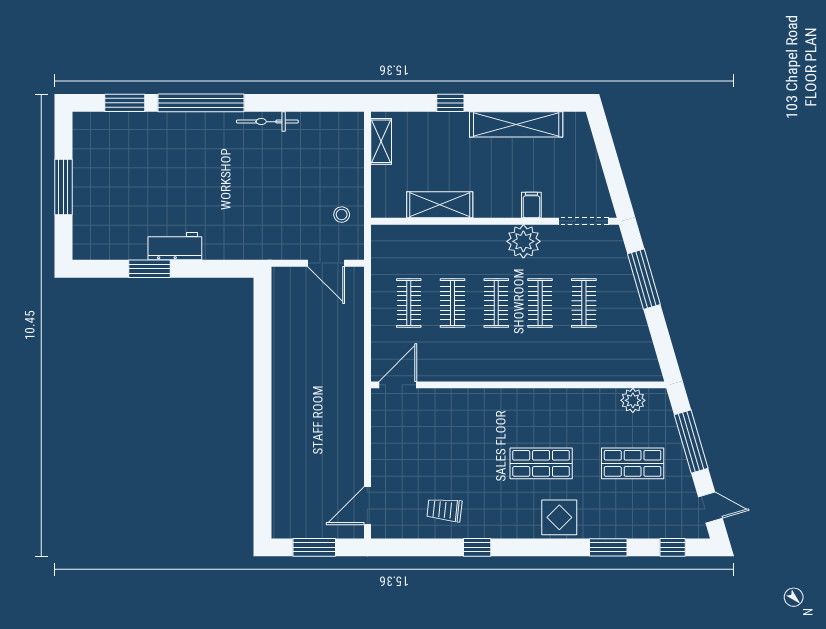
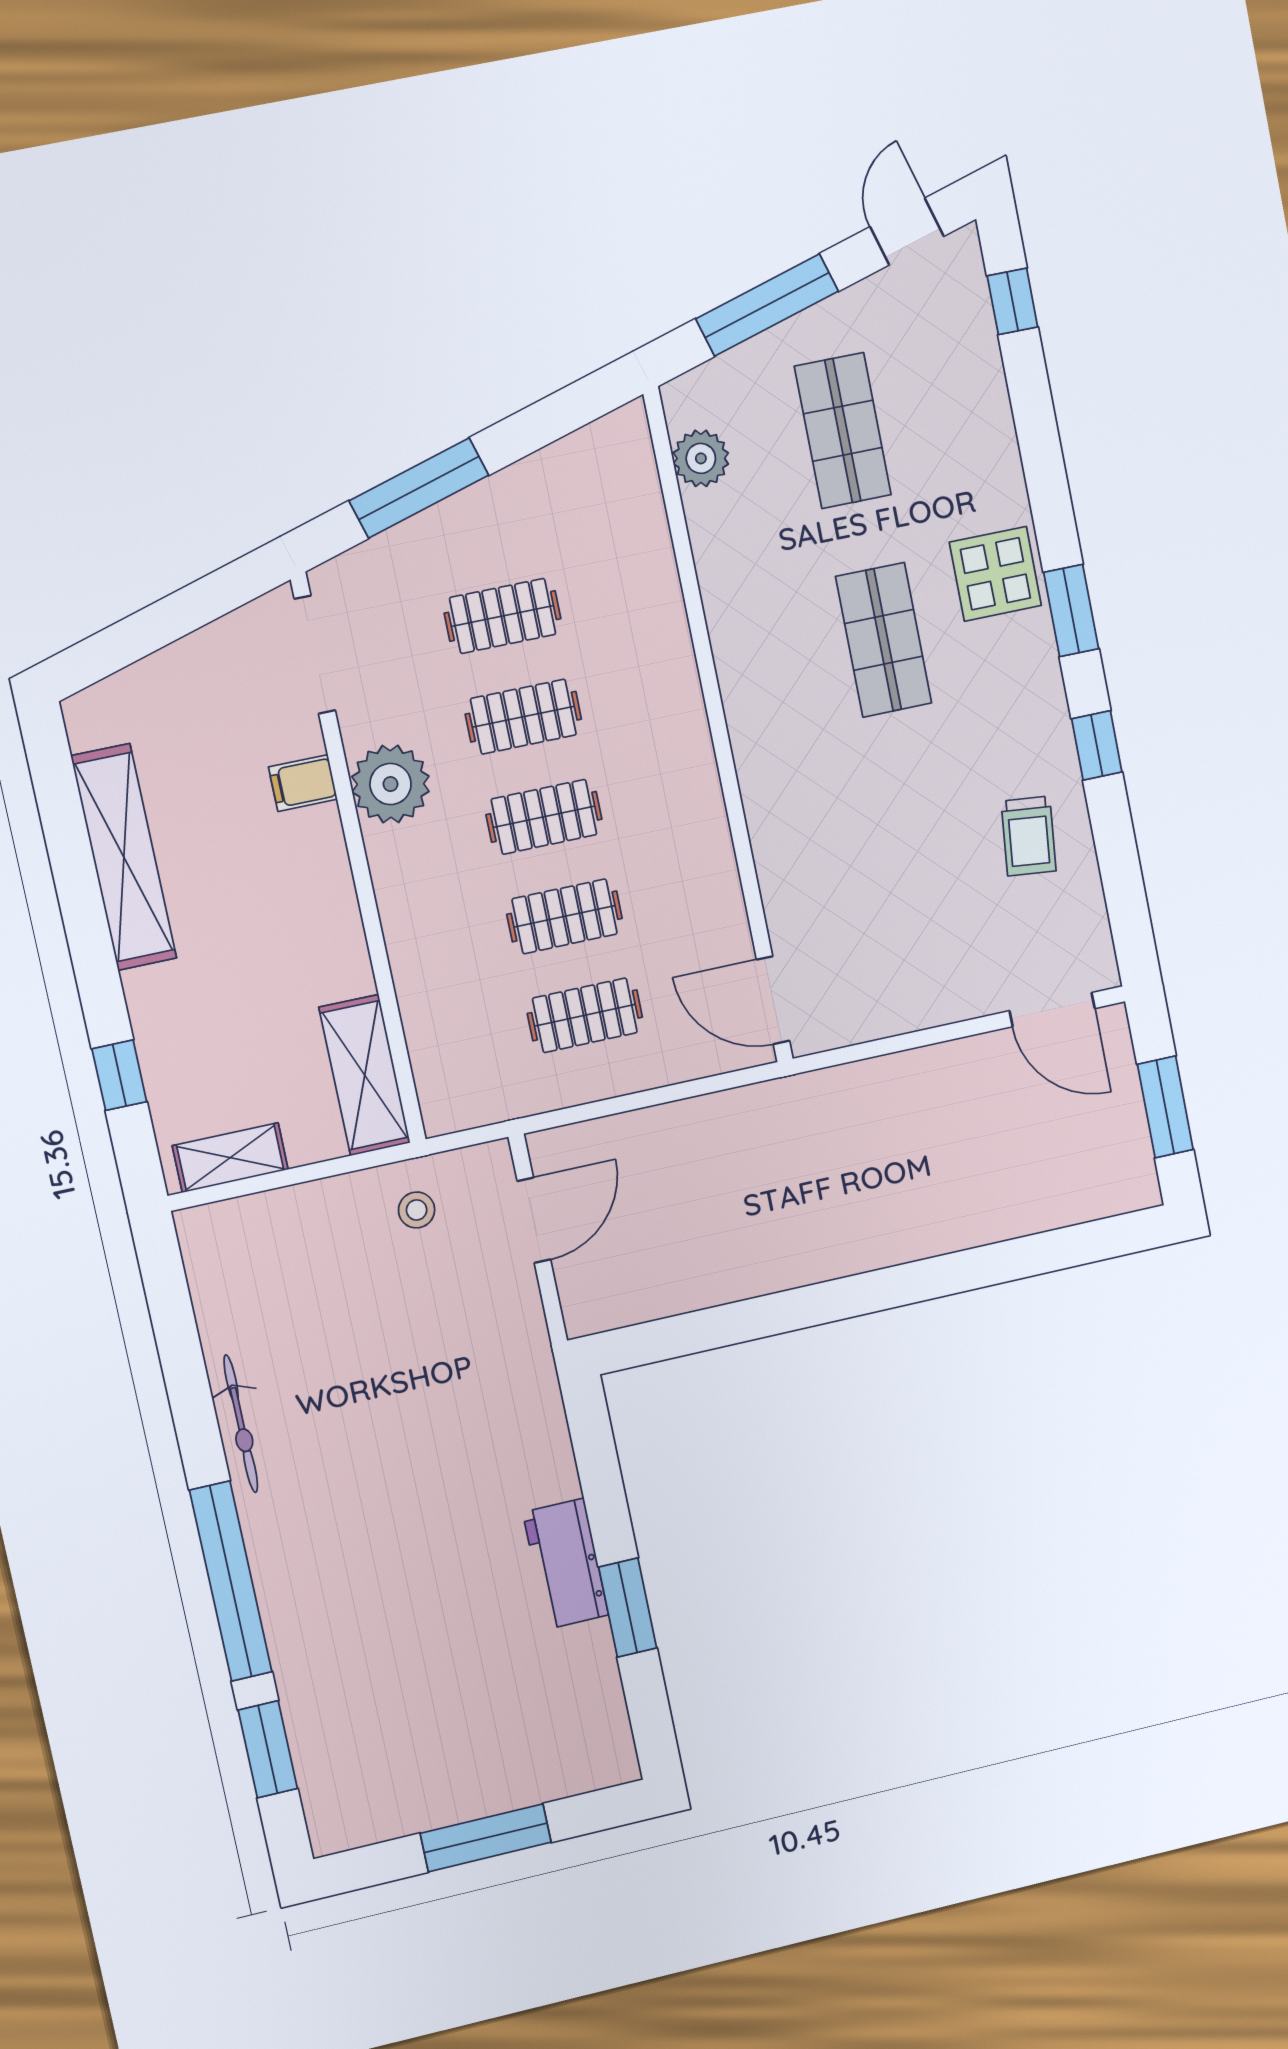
window: (450, 103) -> (119, 1075), moved
shelving: (440, 205) -> (365, 1075), moved
window: (608, 547) -> (1071, 611), moved

